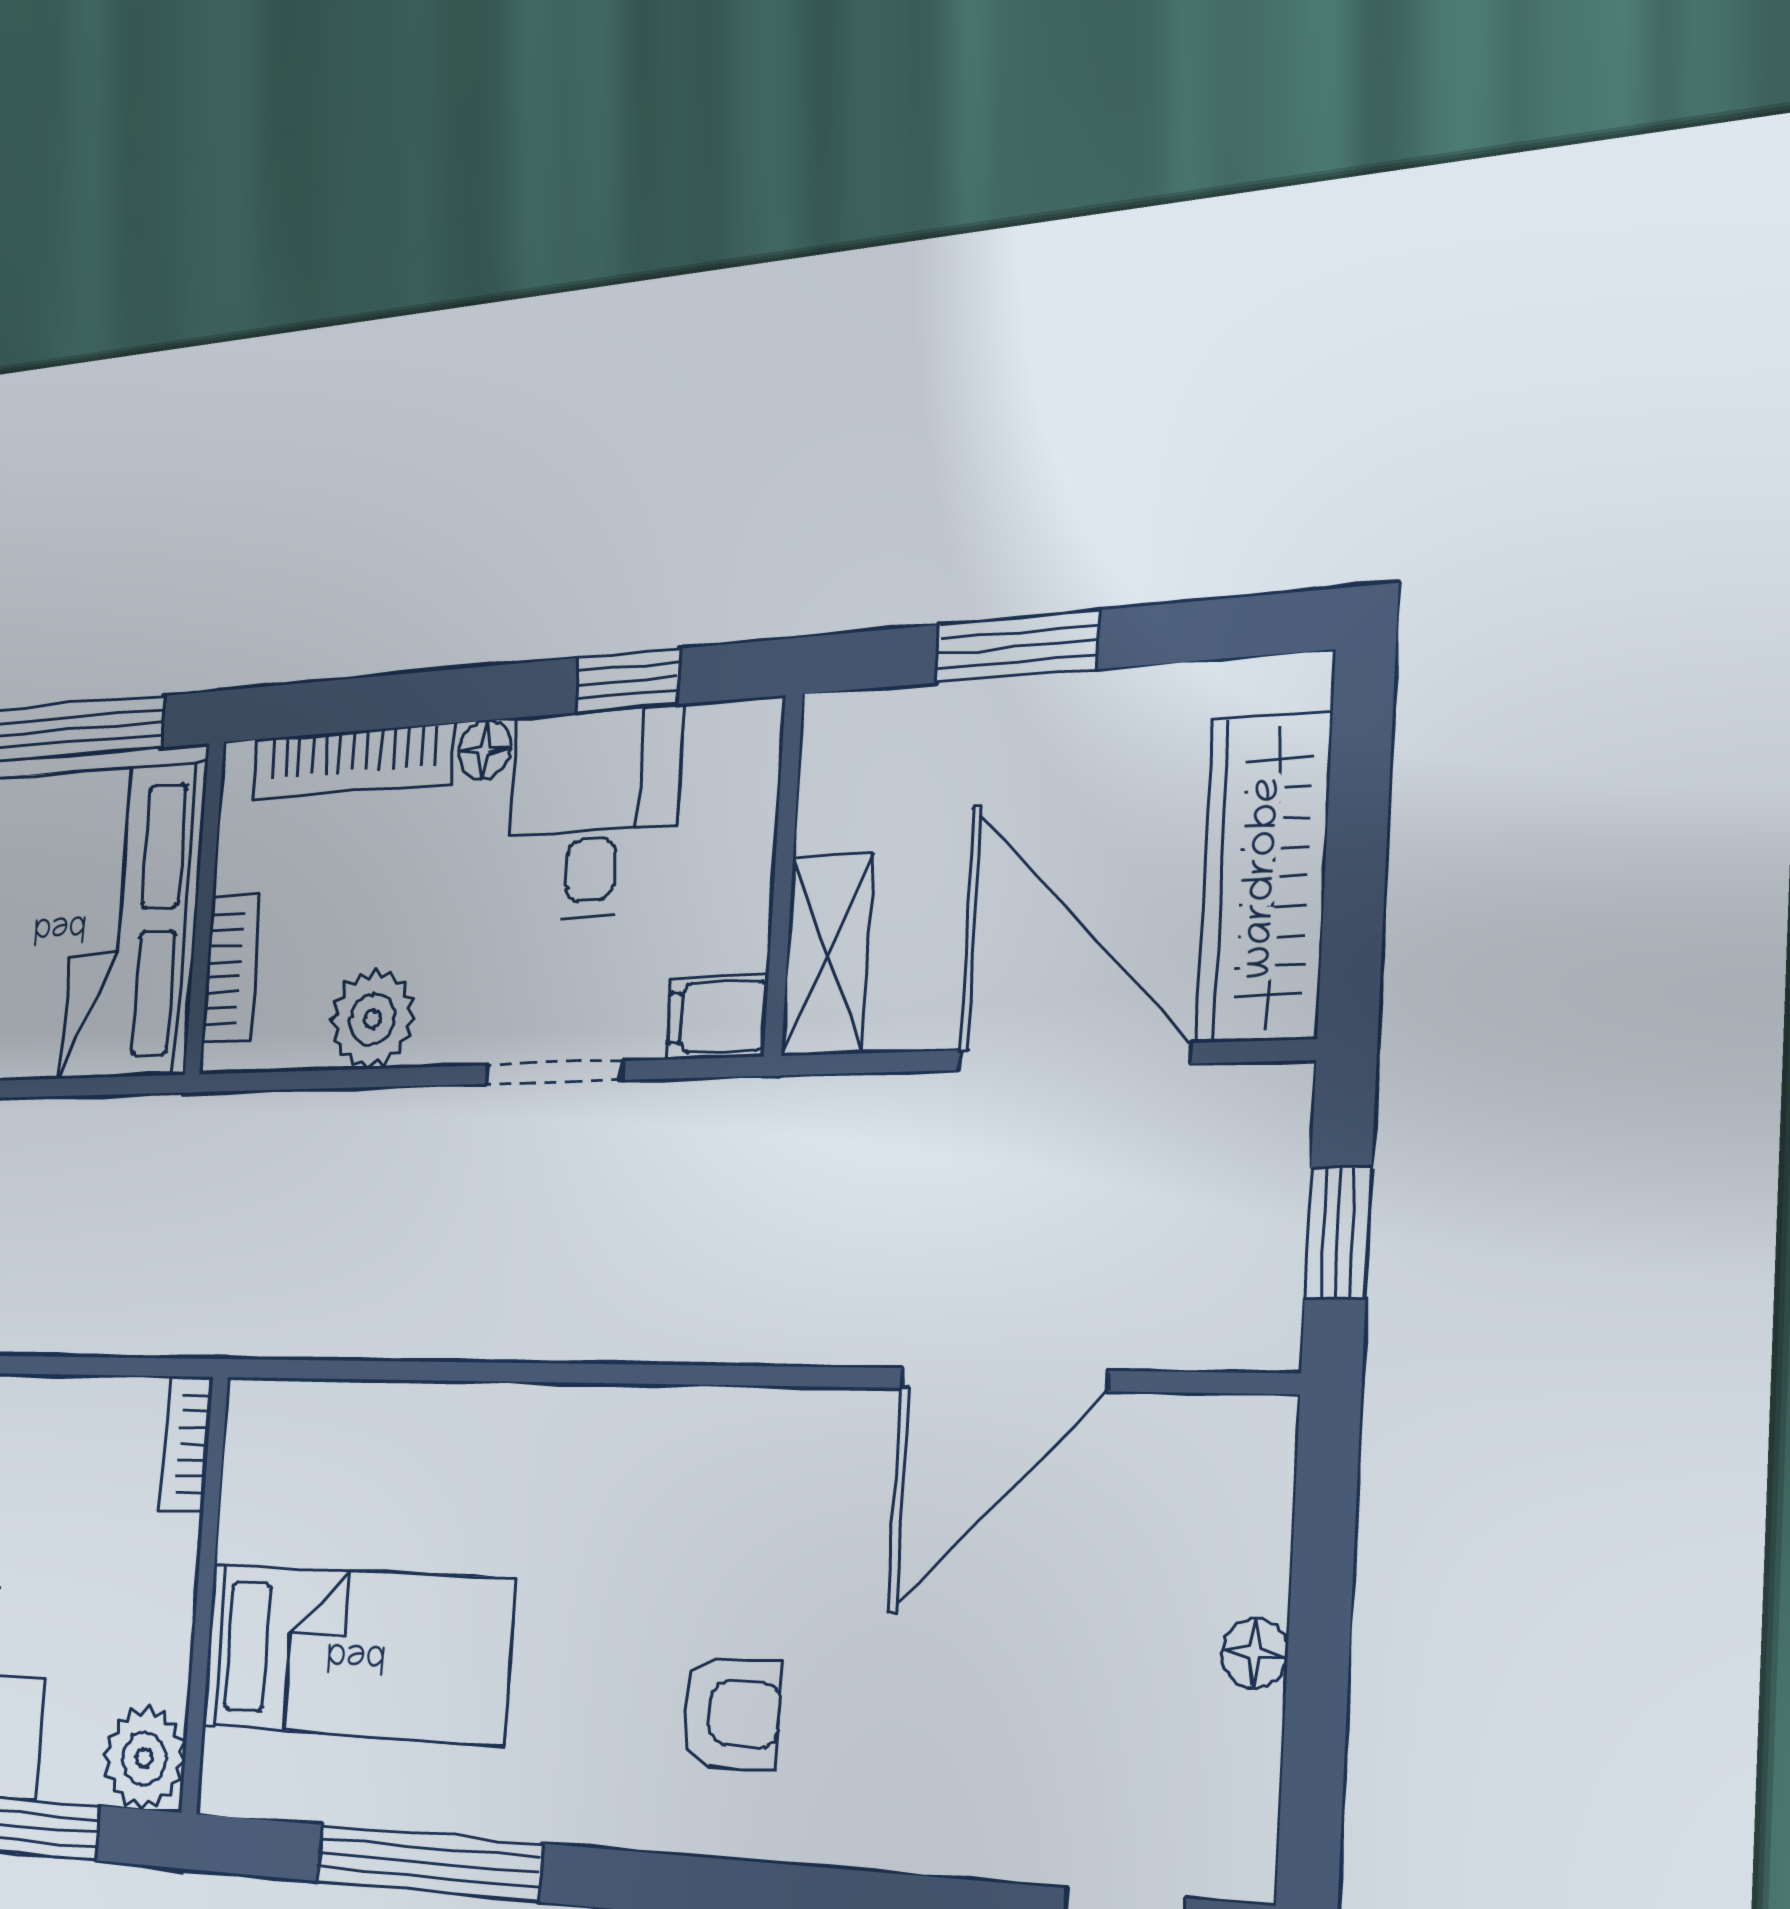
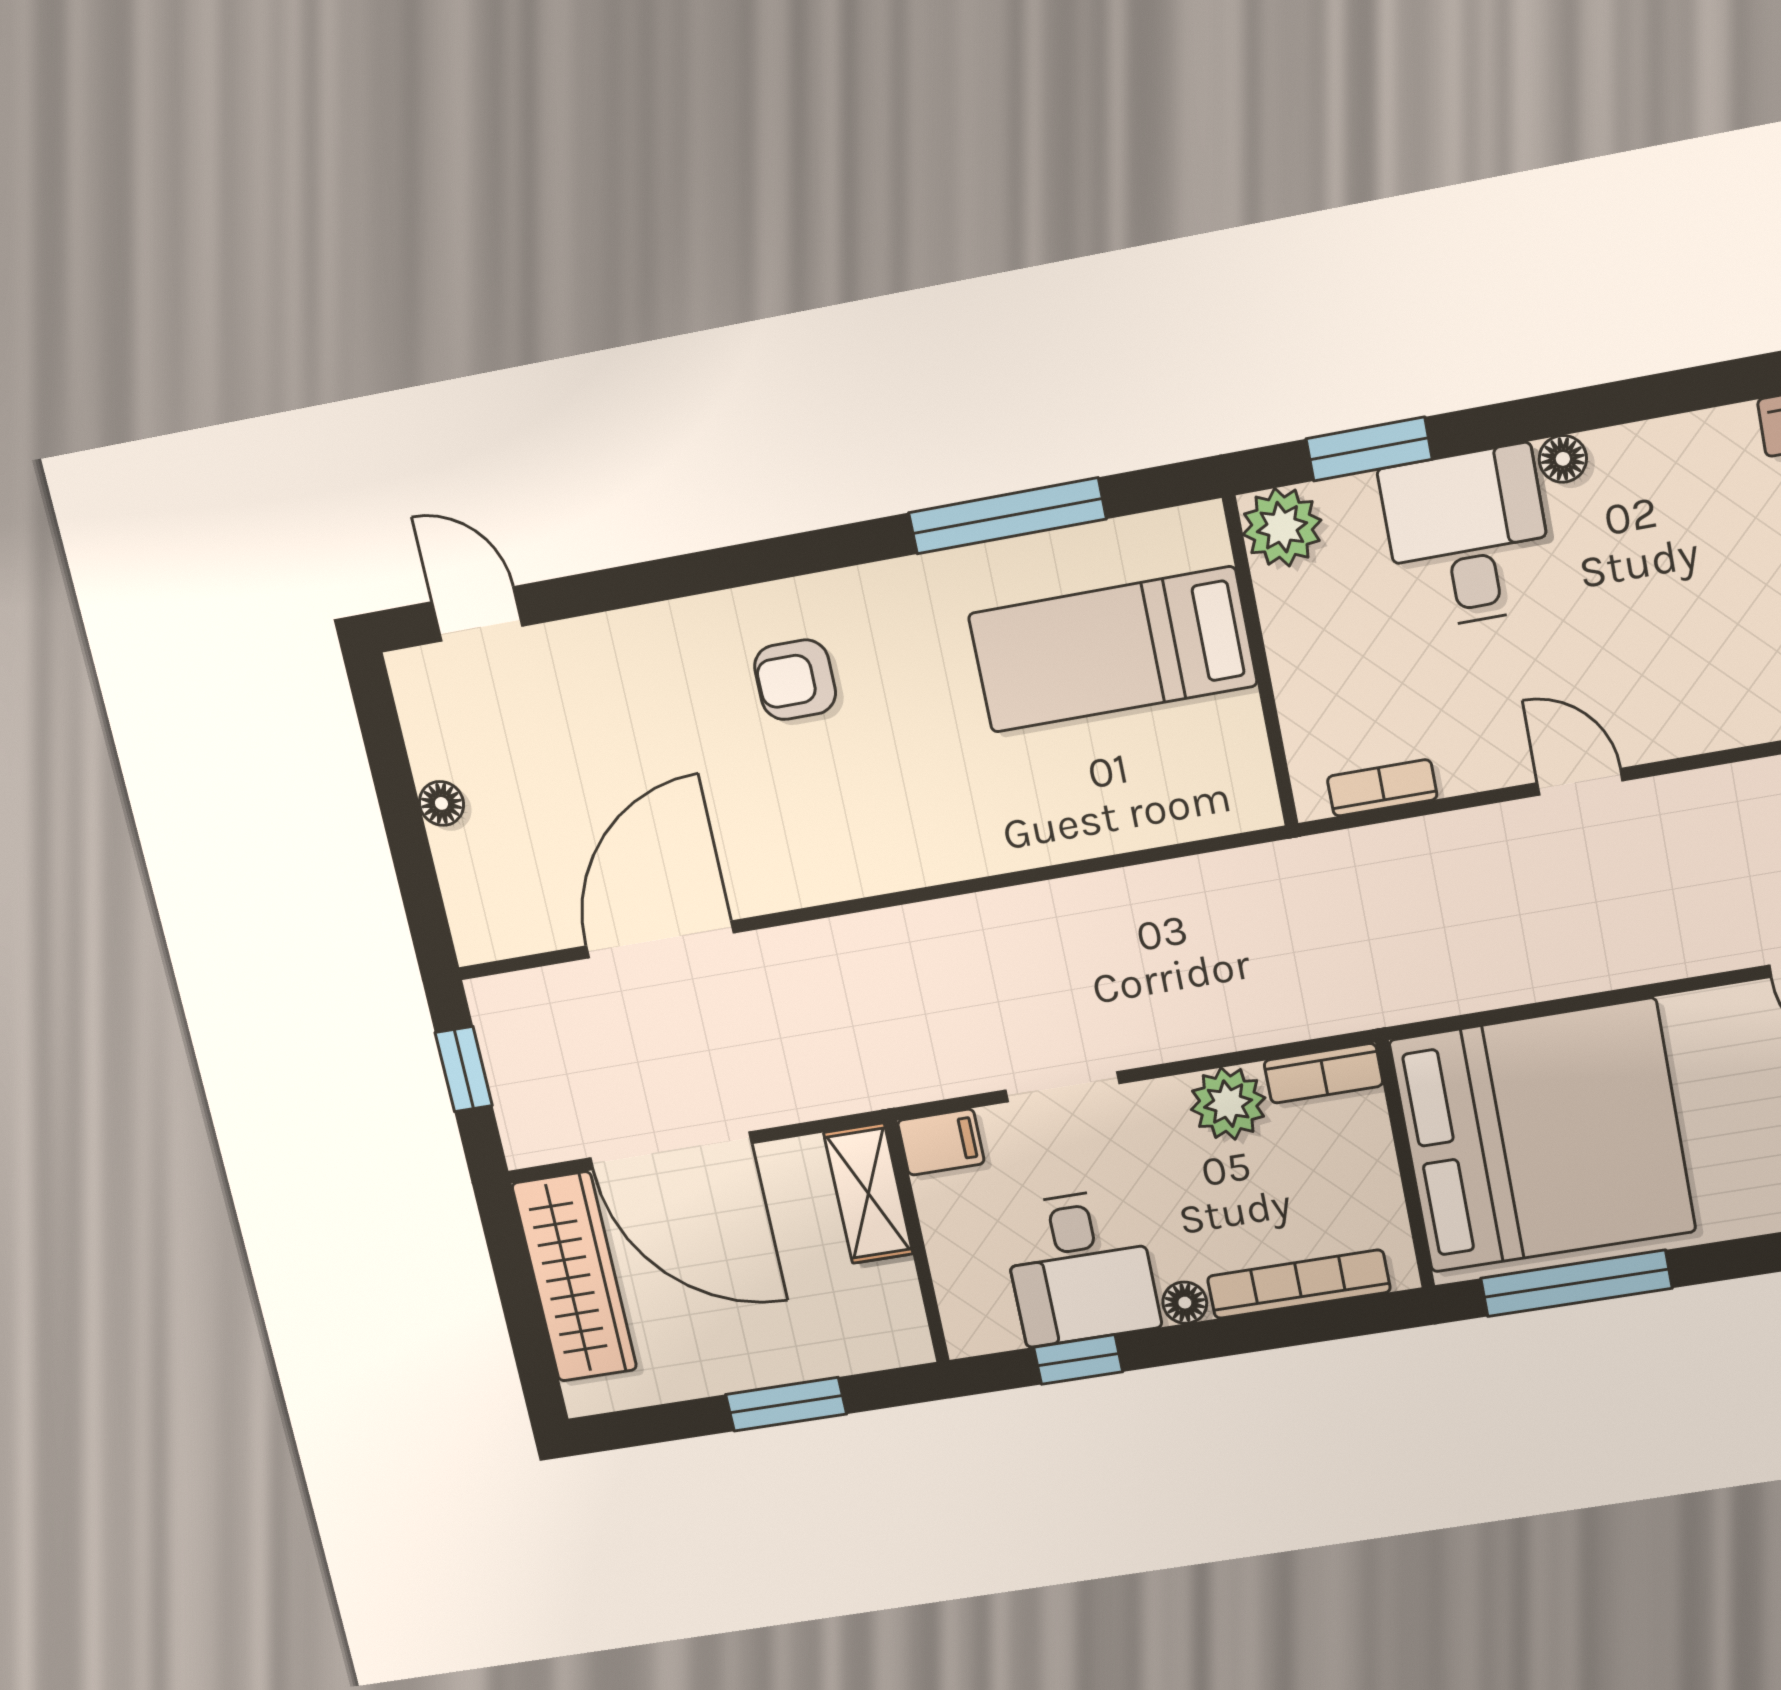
bookcase: (231, 968) -> (1323, 1073), moved, turned -90
bookcase: (186, 1444) -> (1382, 788), moved, turned -90

